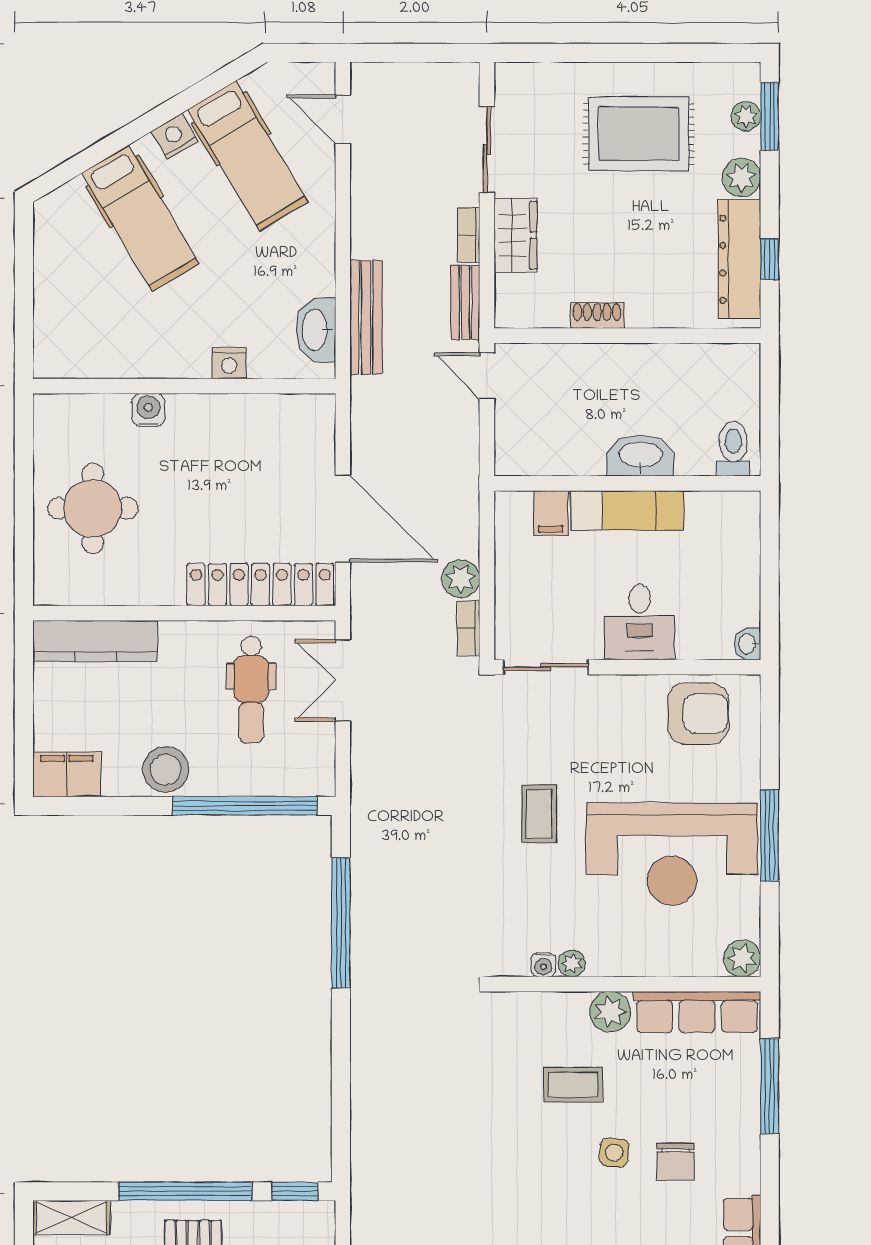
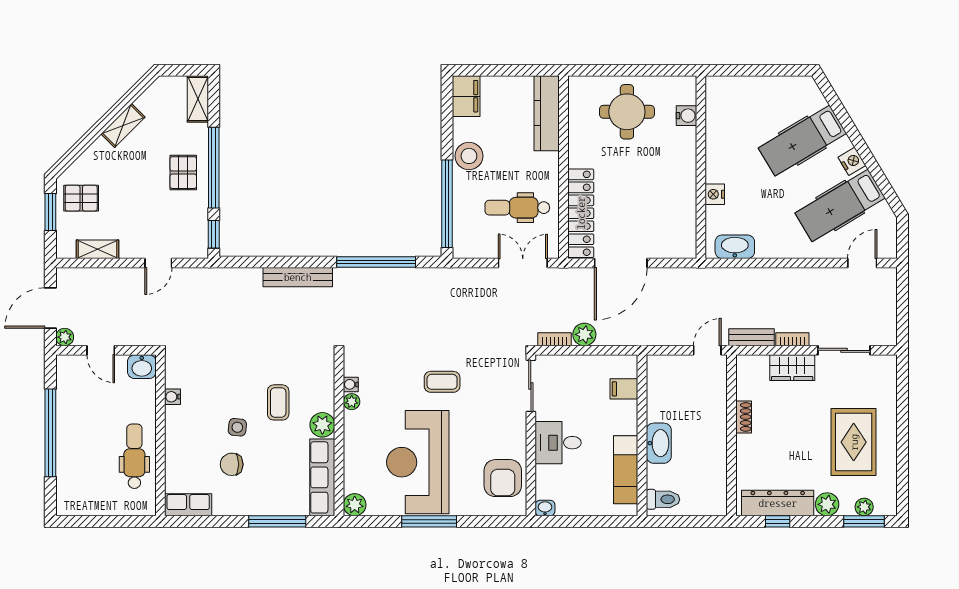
bench: (366, 318) -> (298, 277), moved
water cooler: (148, 410) -> (686, 116), moved
exam couch: (627, 510) -> (626, 470), moved

